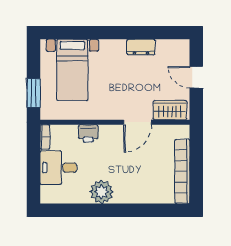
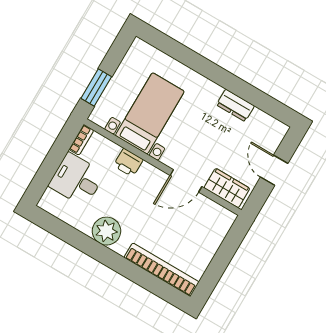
bed with nightstands: (72, 70) -> (150, 113), moved, turned 180
bookcase: (182, 171) -> (162, 270), moved, turned 90

